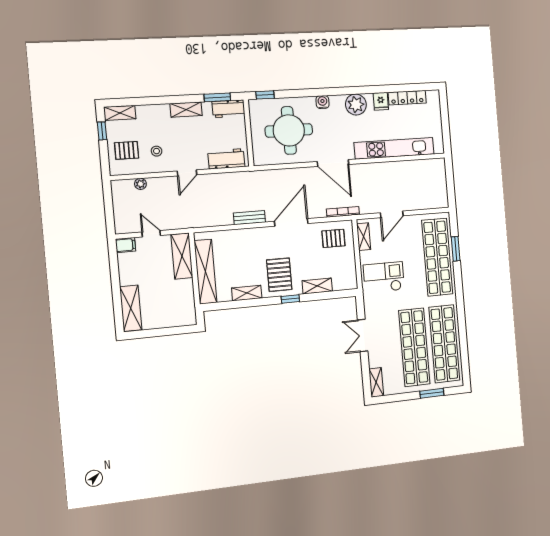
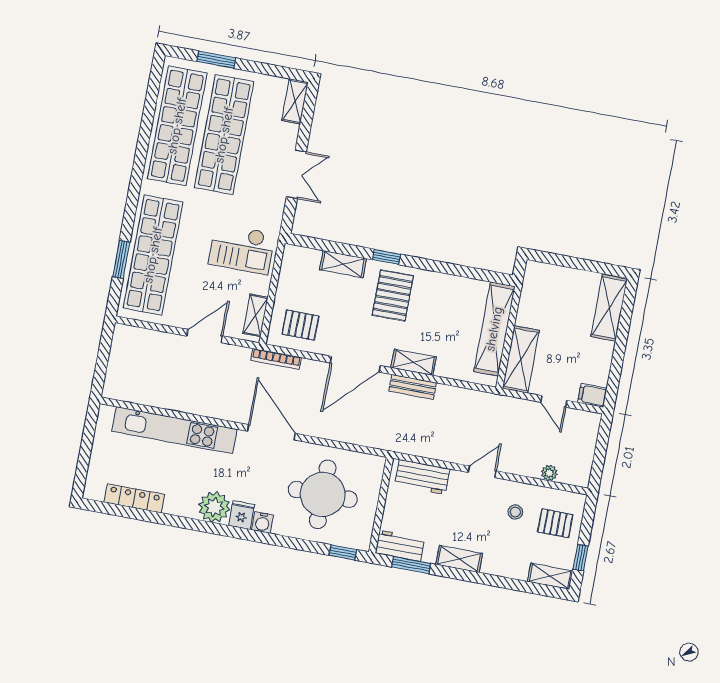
fridge: (381, 101) -> (242, 515), moved
shelving: (247, 293) -> (414, 362), moved

